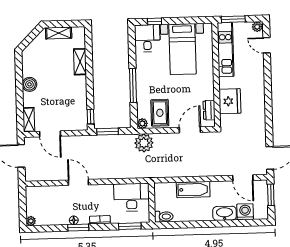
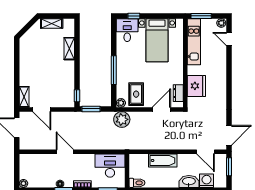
boiler: (29, 84) -> (25, 67), removed

